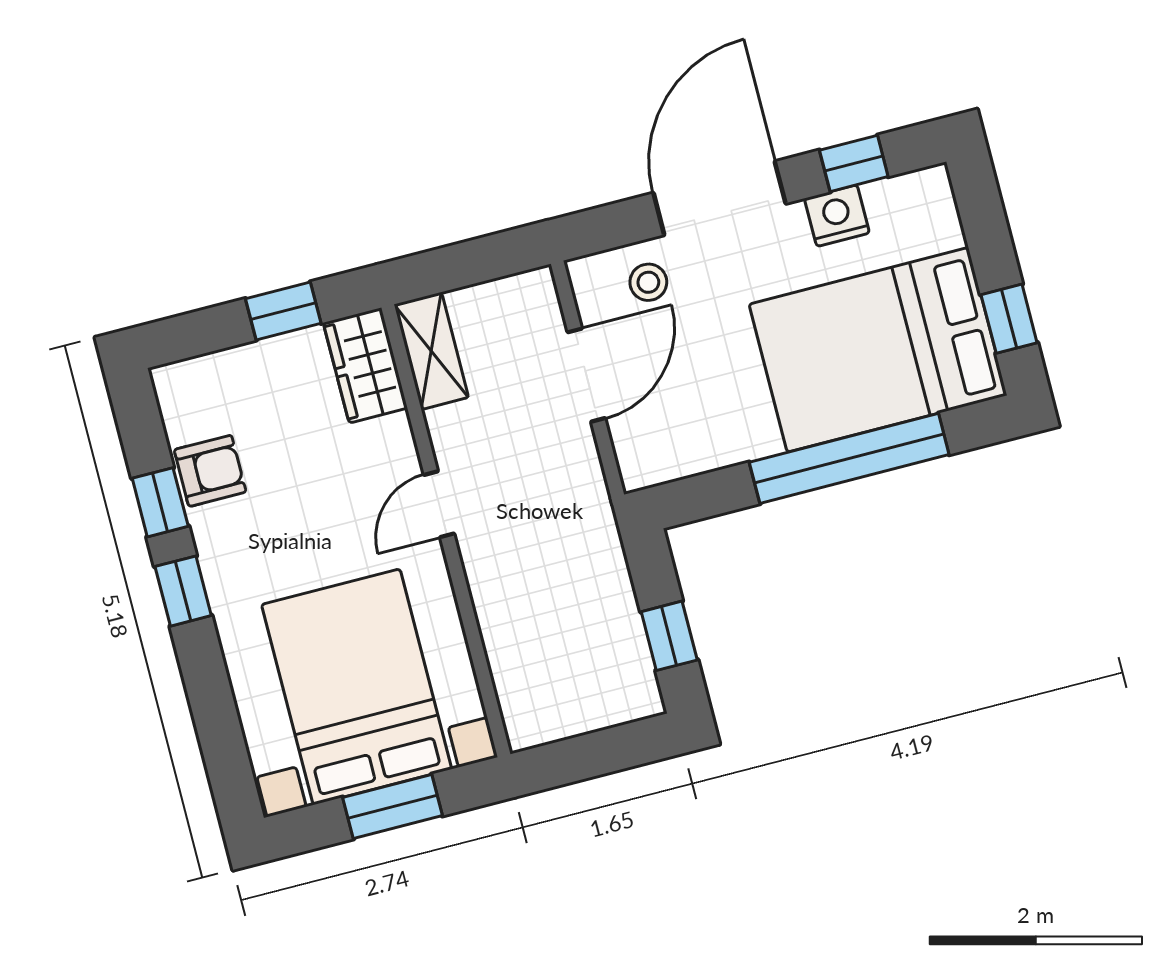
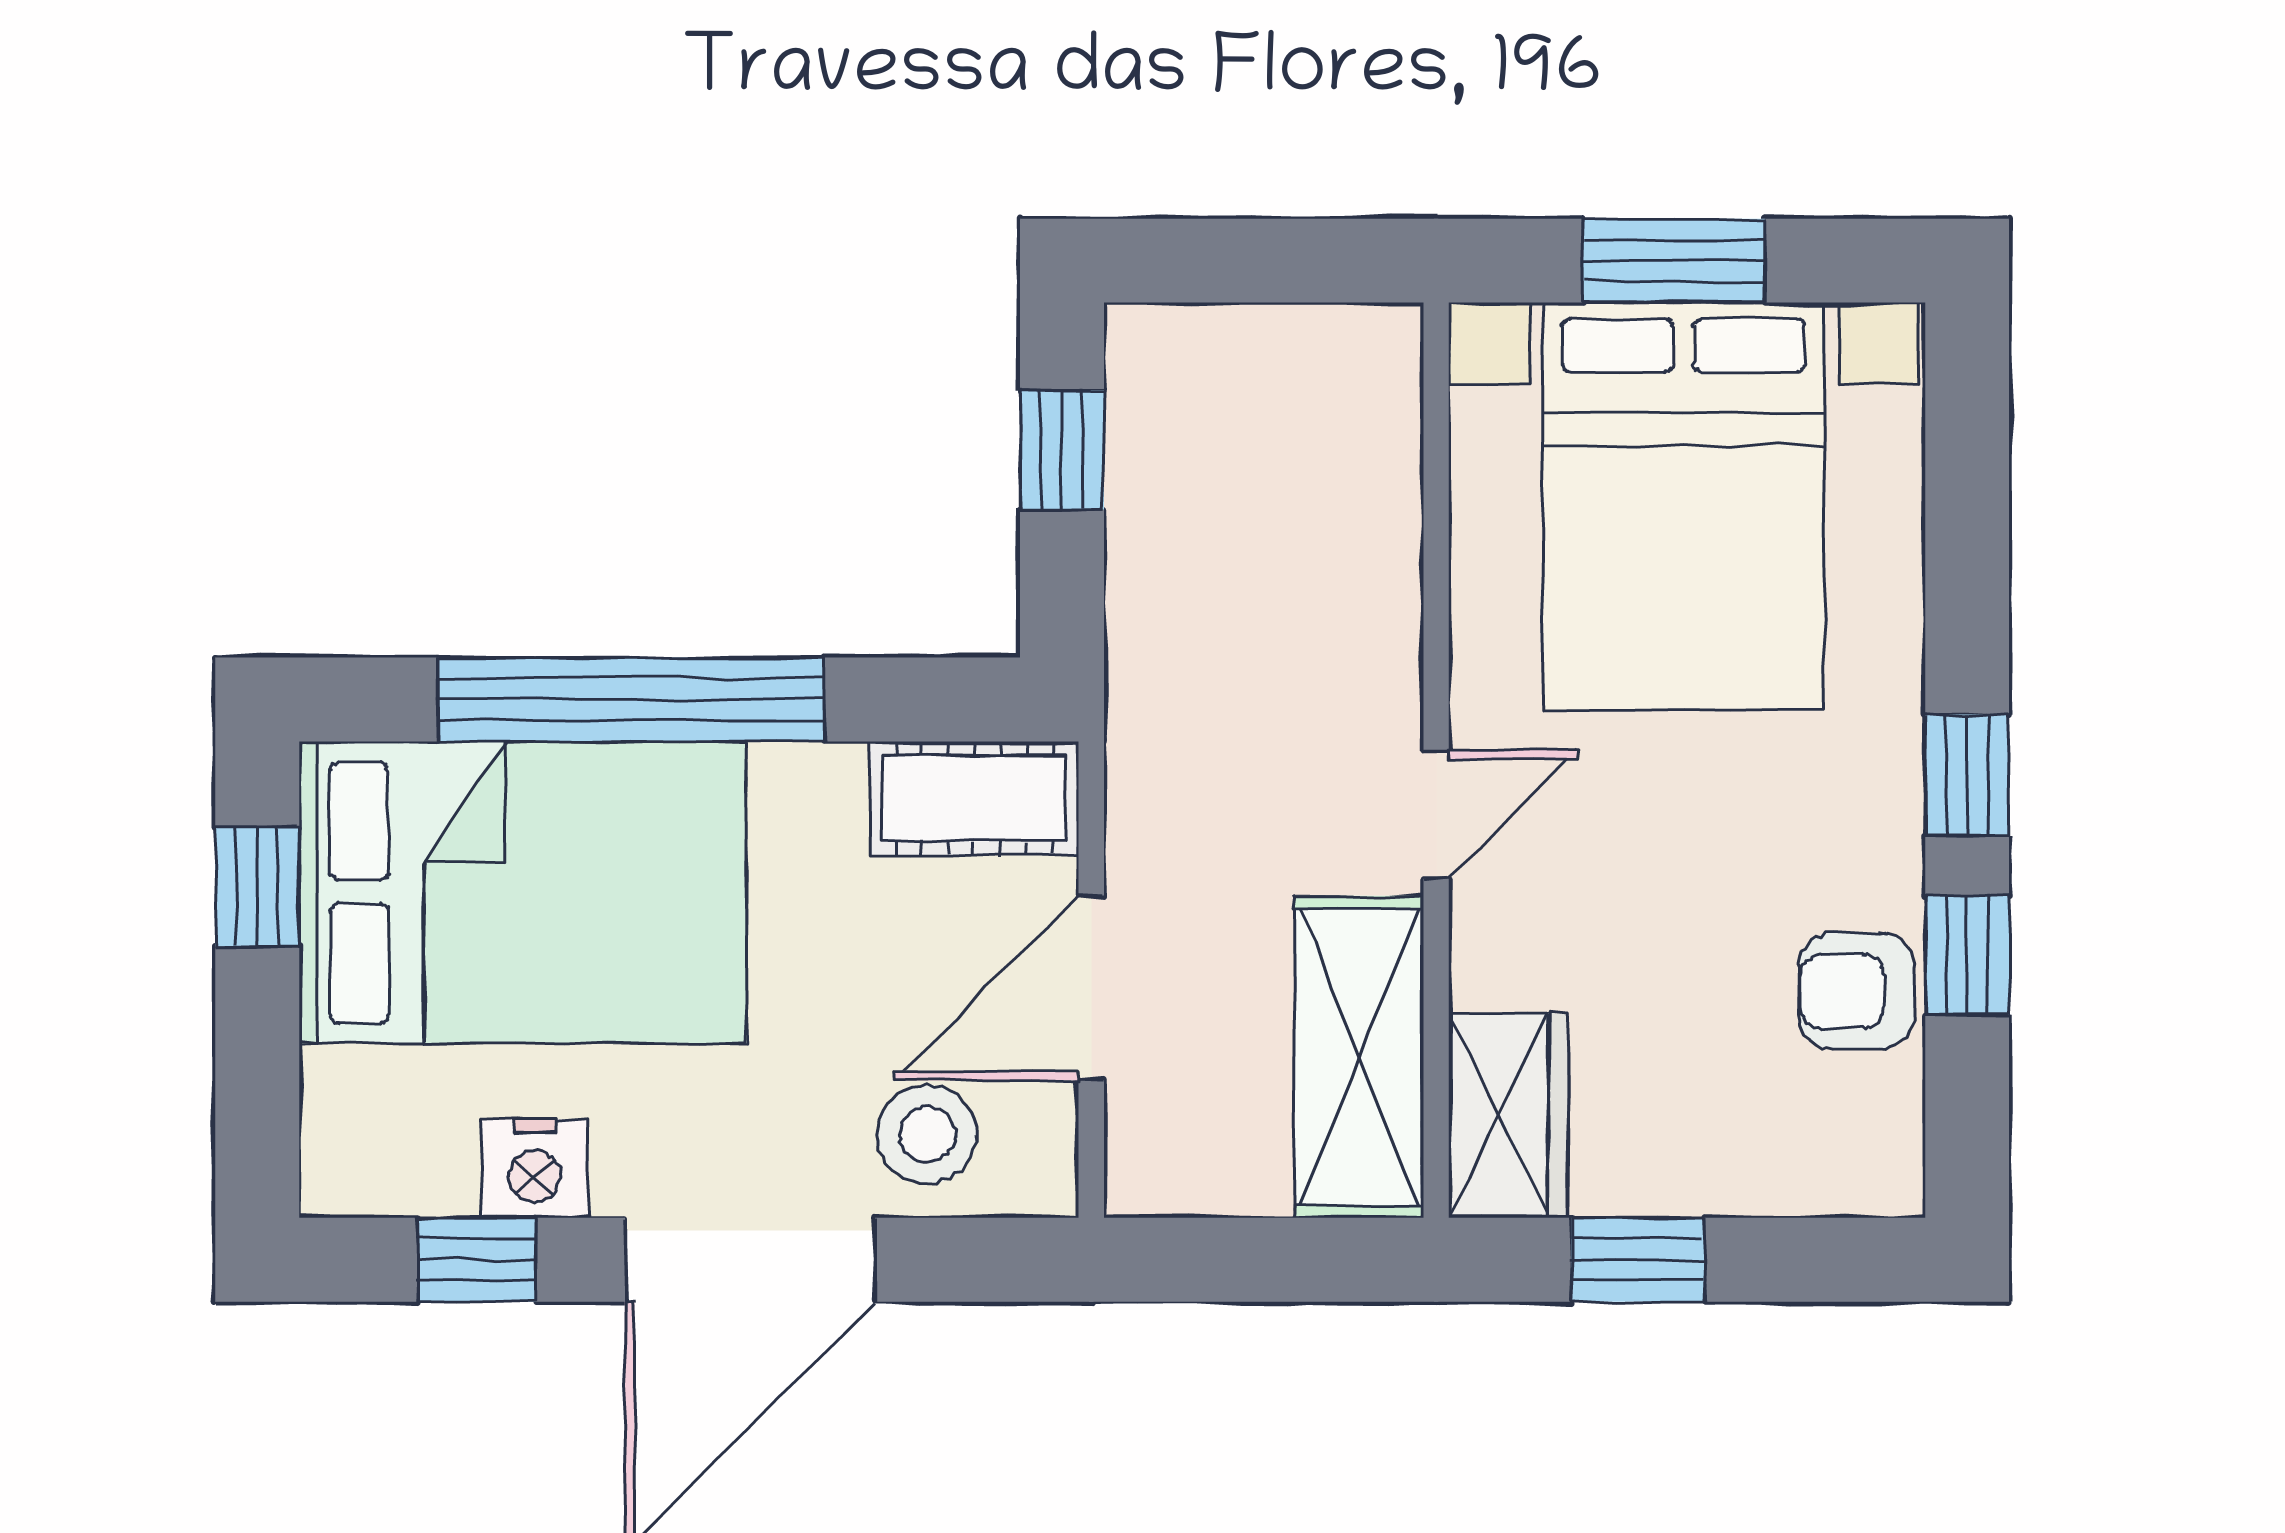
stool: (648, 282) -> (927, 1135), width x1.37, depth x1.37
shelving: (431, 351) -> (1359, 1057), width x1.50, depth x1.33
cot: (668, 453) -> (974, 798), added

